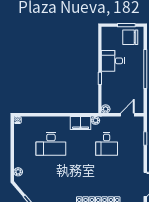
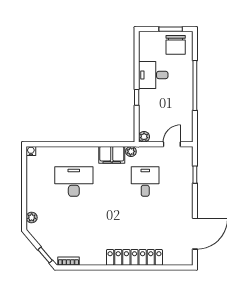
chair: (130, 37) -> (176, 45), turned -90
desk: (51, 144) -> (74, 182), turned 180
desk: (107, 144) -> (145, 182), turned 180

